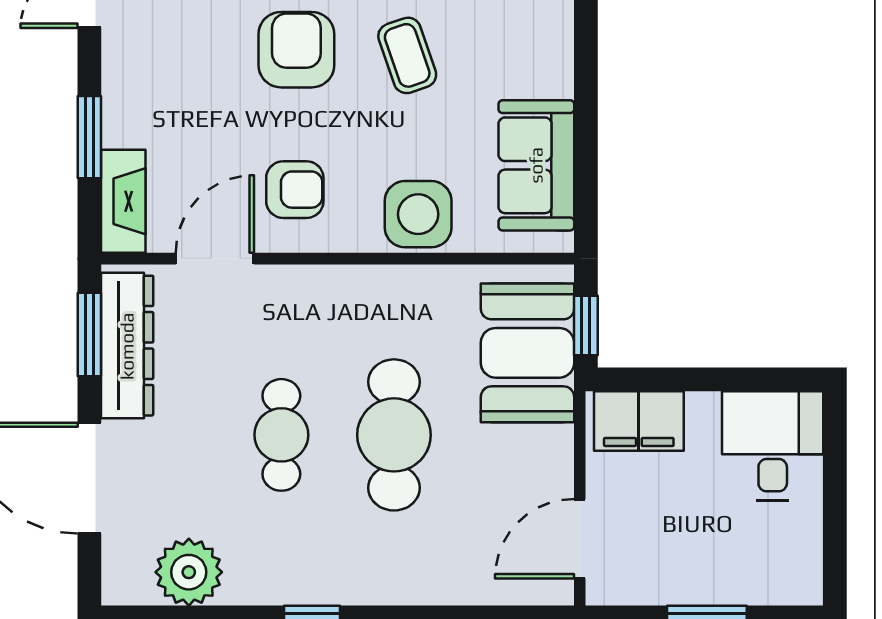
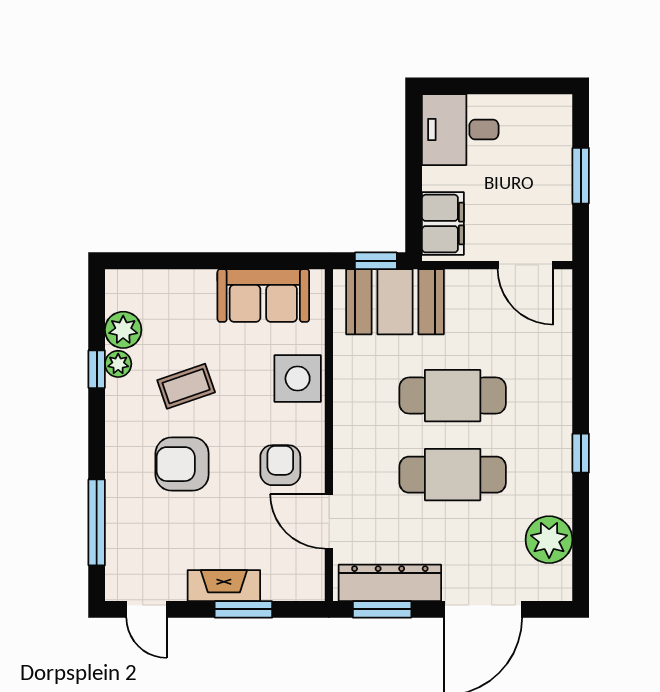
fireplace: (123, 201) -> (224, 586), moved
cafe table: (281, 435) -> (453, 475), width x1.37, depth x1.35

